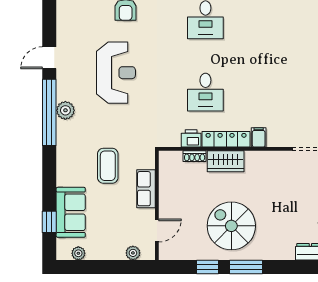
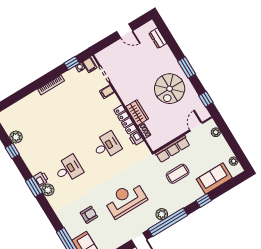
filing cabinet: (259, 137) -> (107, 92), moved
row of seats: (146, 189) -> (173, 149), width x1.48
window: (49, 222) -> (204, 200), moved
door: (157, 230) -> (196, 127), hinge flipped
window: (207, 267) -> (206, 99), moved

